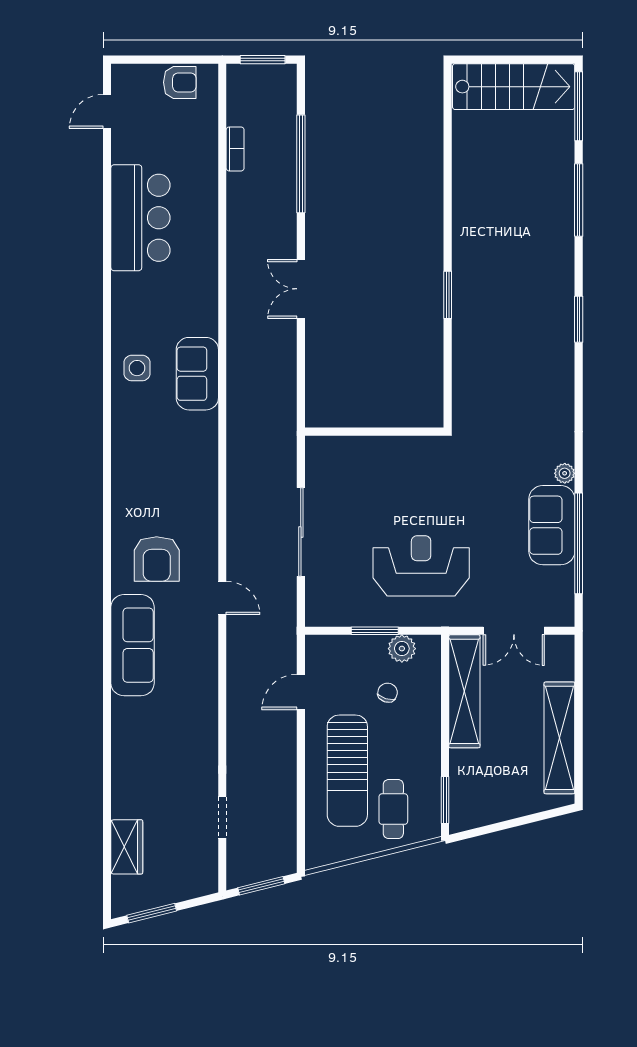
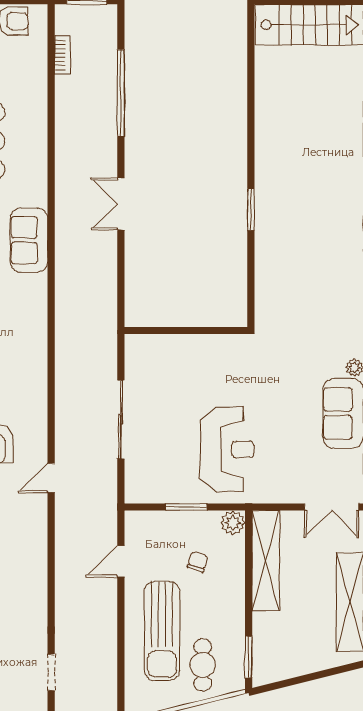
bookcase: (235, 149) -> (62, 55), moved
sofa: (197, 374) -> (29, 240), moved
reception desk: (421, 566) -> (227, 449), turned 90
door: (222, 598) -> (51, 478), swing flipped
double door: (514, 631) -> (332, 507), moved
plant: (402, 649) -> (233, 523), moved

